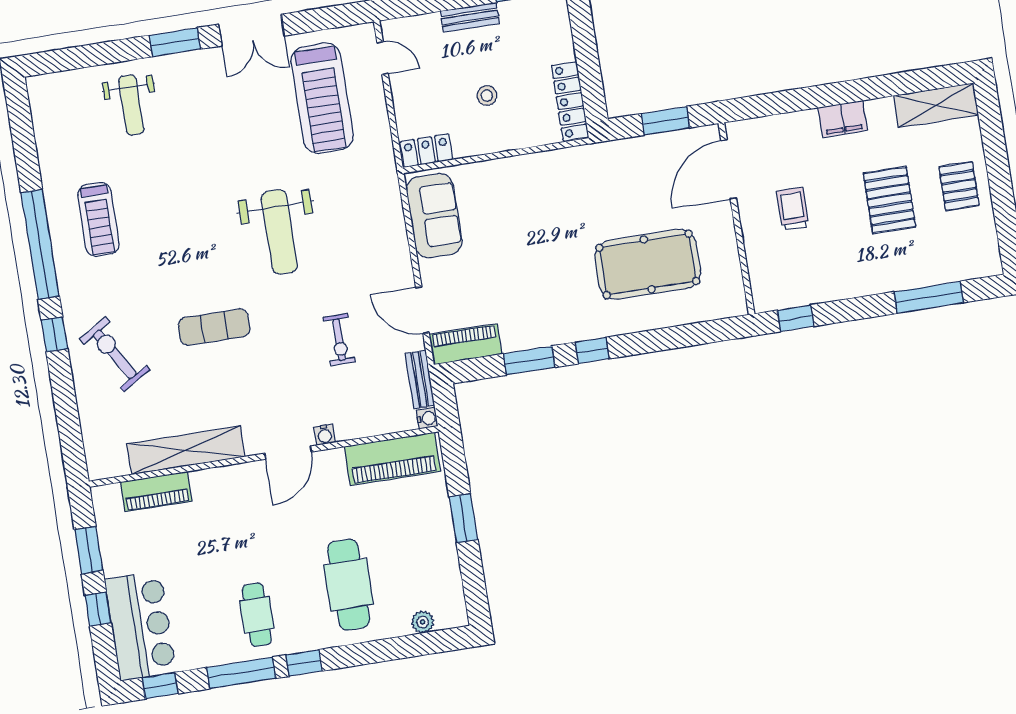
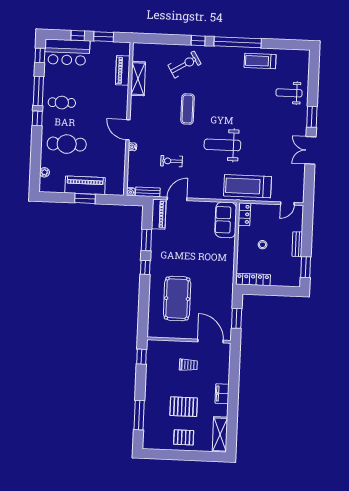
treadmill: (322, 98) -> (247, 186), moved
sofa: (434, 216) -> (226, 220), moved, turned 90
treadmill: (98, 219) -> (260, 61), moved
shelving: (186, 450) -> (138, 79), width x0.68
piano: (392, 459) -> (85, 185), moved, turned 90

